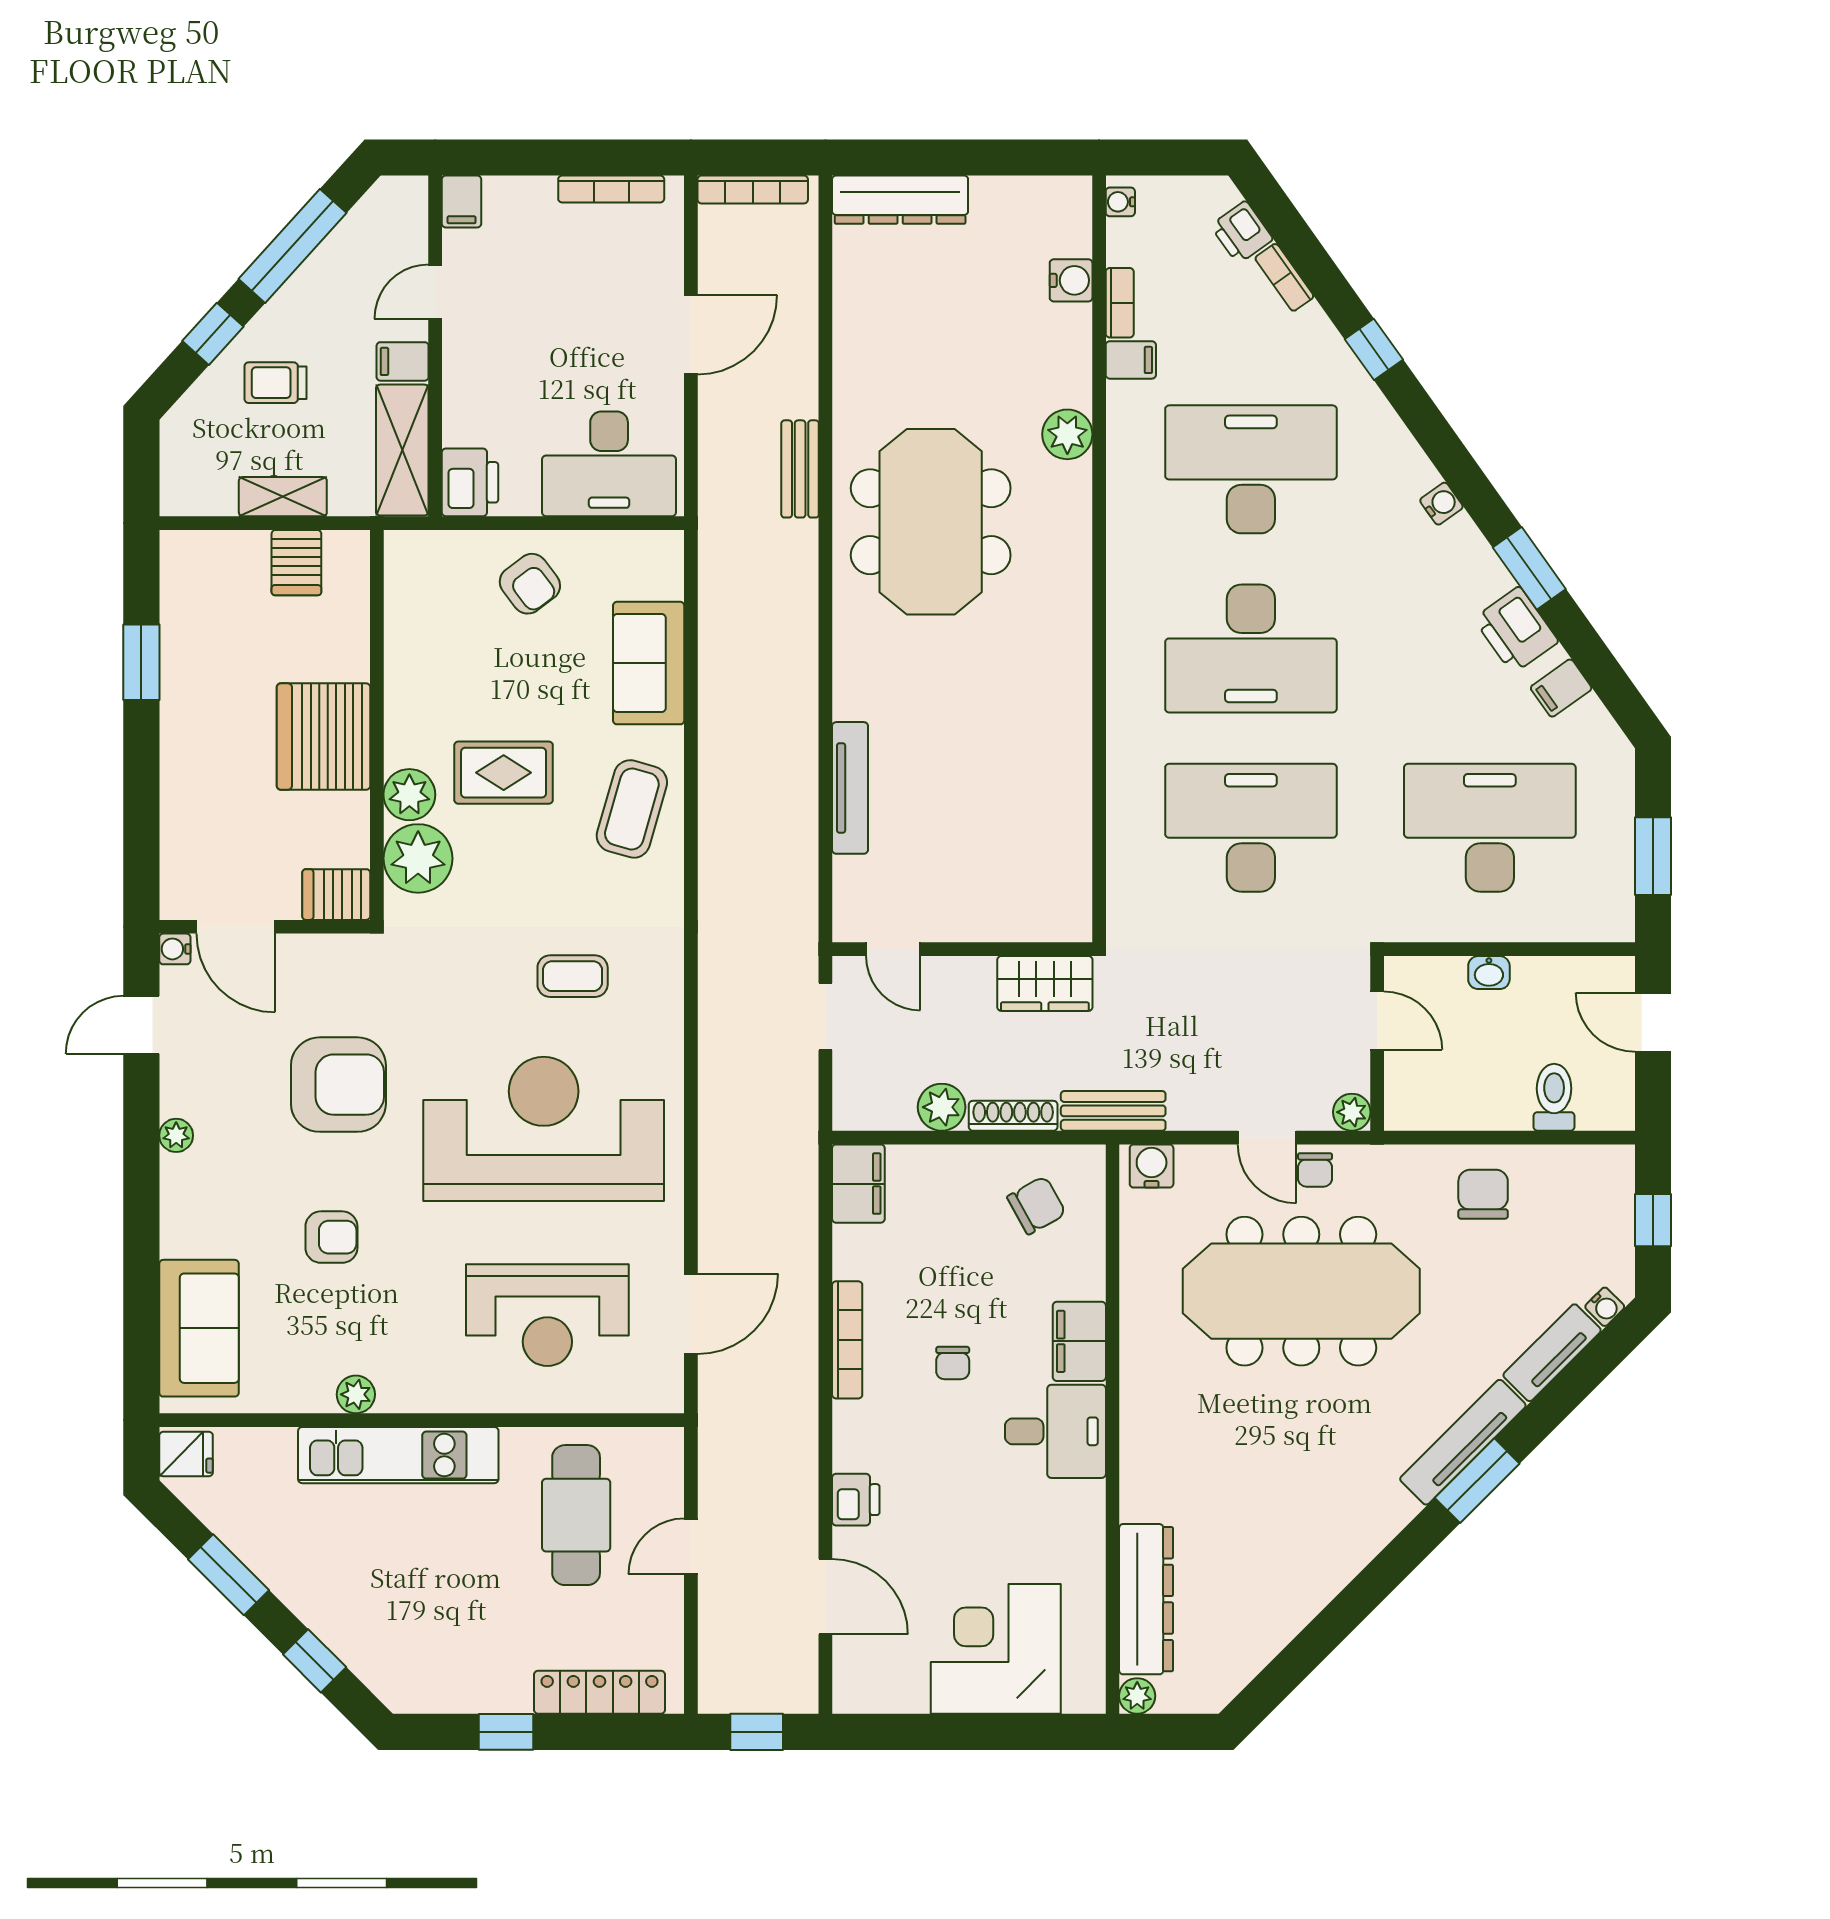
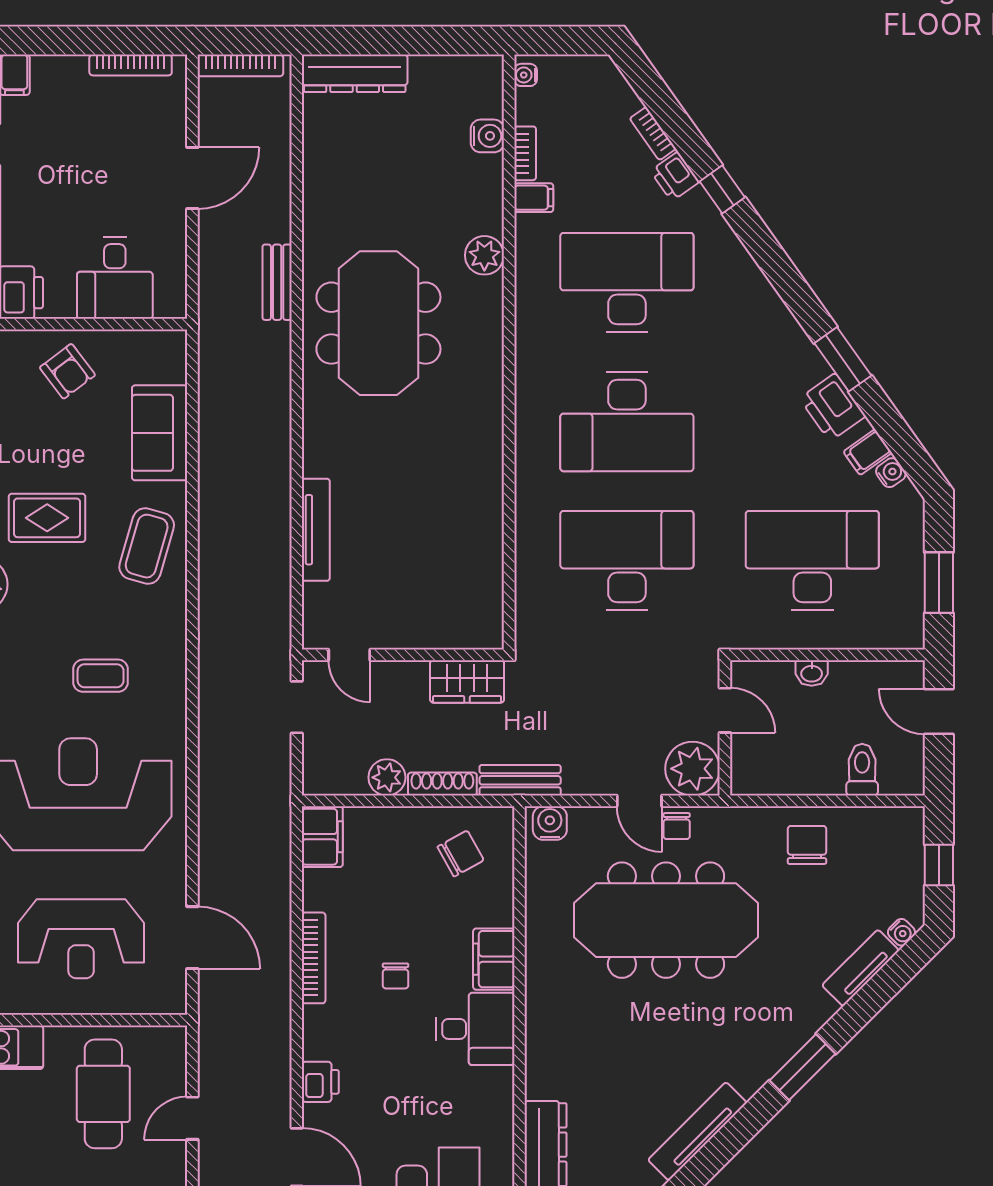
printer: (1242, 232) -> (675, 176), moved
desk: (609, 464) -> (115, 278), width x0.73
water cooler: (1441, 504) -> (891, 473), moved
plant: (1352, 1112) -> (692, 769), width x1.88, depth x1.88
door: (691, 1314) -> (192, 938), hinge flipped
tv unit: (1463, 1442) -> (697, 1131), moved

